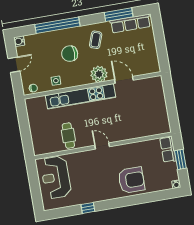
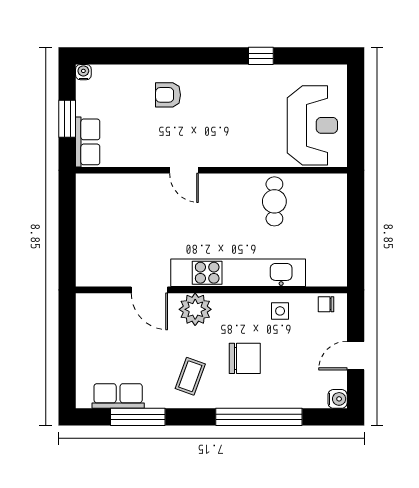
row of seats: (130, 24) -> (118, 396), width x0.68
door: (102, 146) -> (184, 170), moved
armchair: (131, 180) -> (168, 95), width x0.53, depth x0.53

